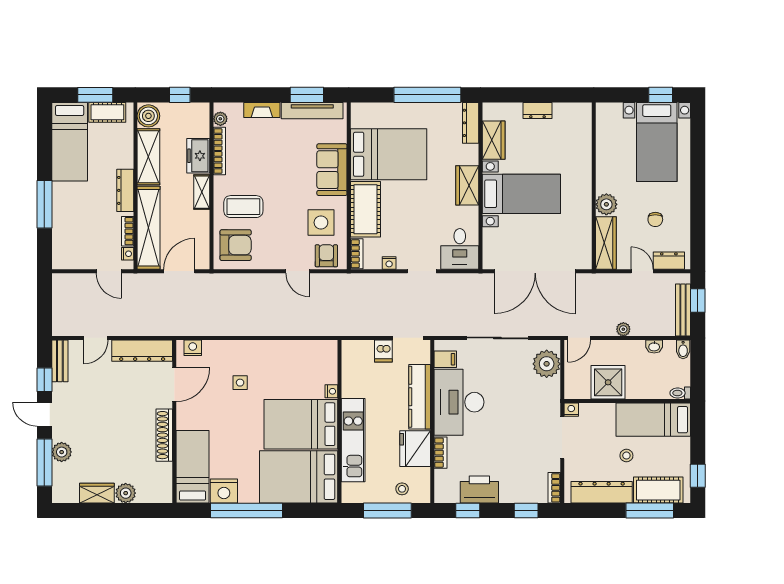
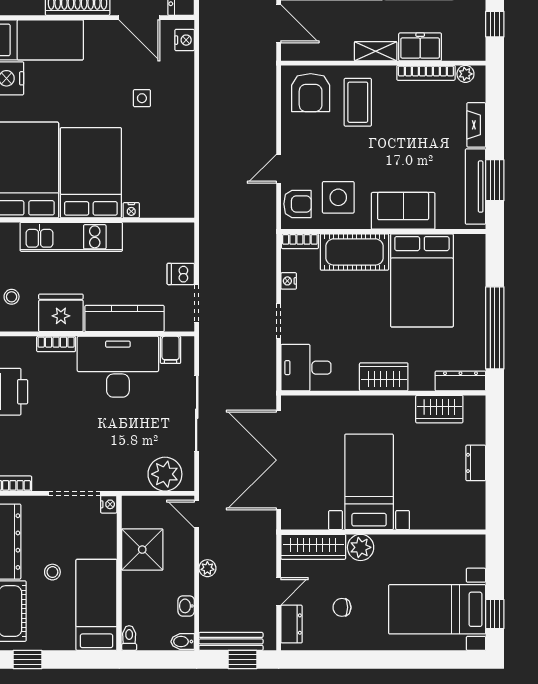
bed with nightstands: (521, 194) -> (369, 482), moved, turned 180

